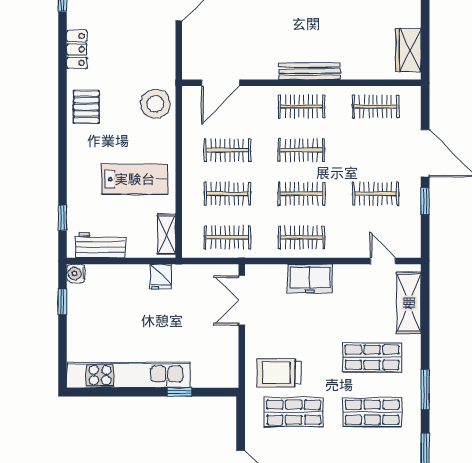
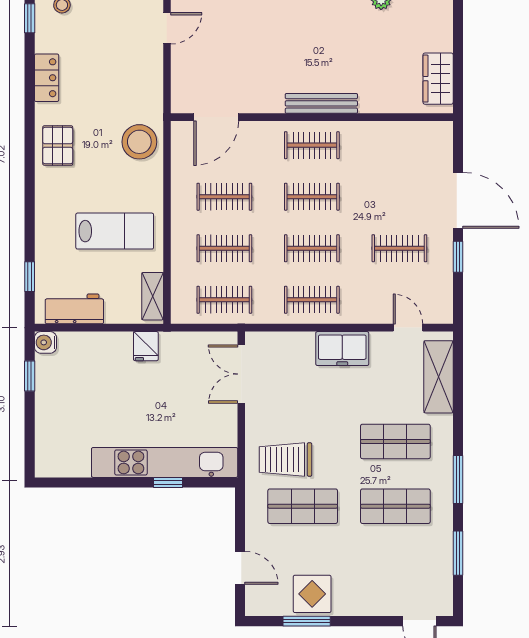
clothes rail: (376, 107) -> (399, 145), removed
freezer: (310, 279) -> (342, 349), moved
kitchen unit: (128, 375) -> (165, 462), moved

